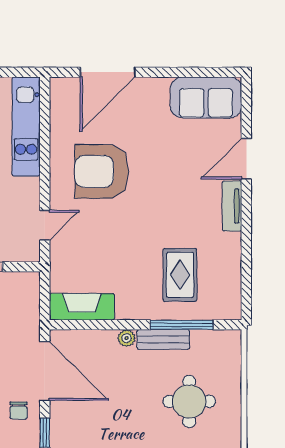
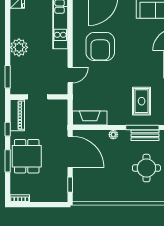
armchair: (102, 171) -> (100, 47), turned -90
bench: (163, 339) -> (145, 135), moved
chair: (19, 410) -> (56, 173), removed

